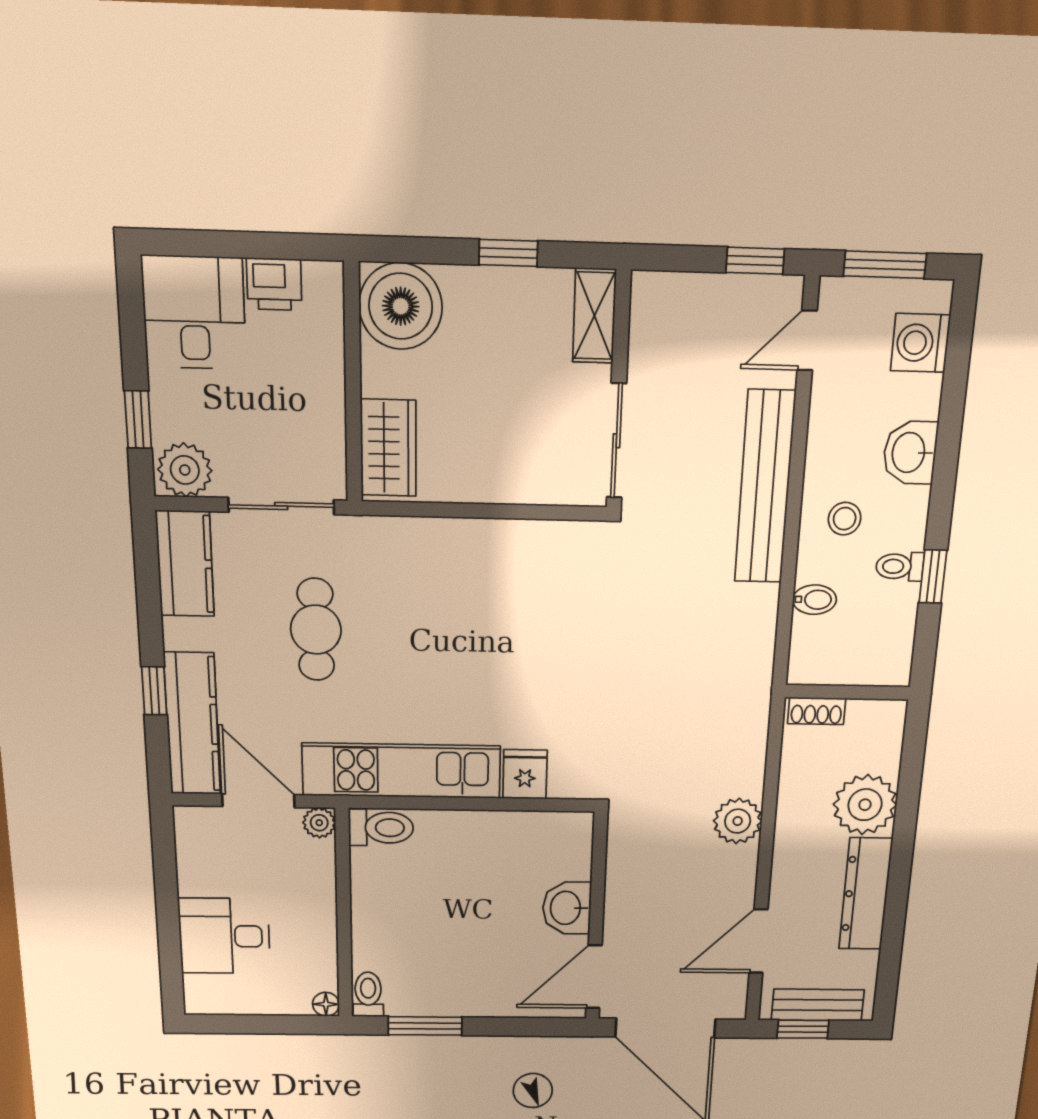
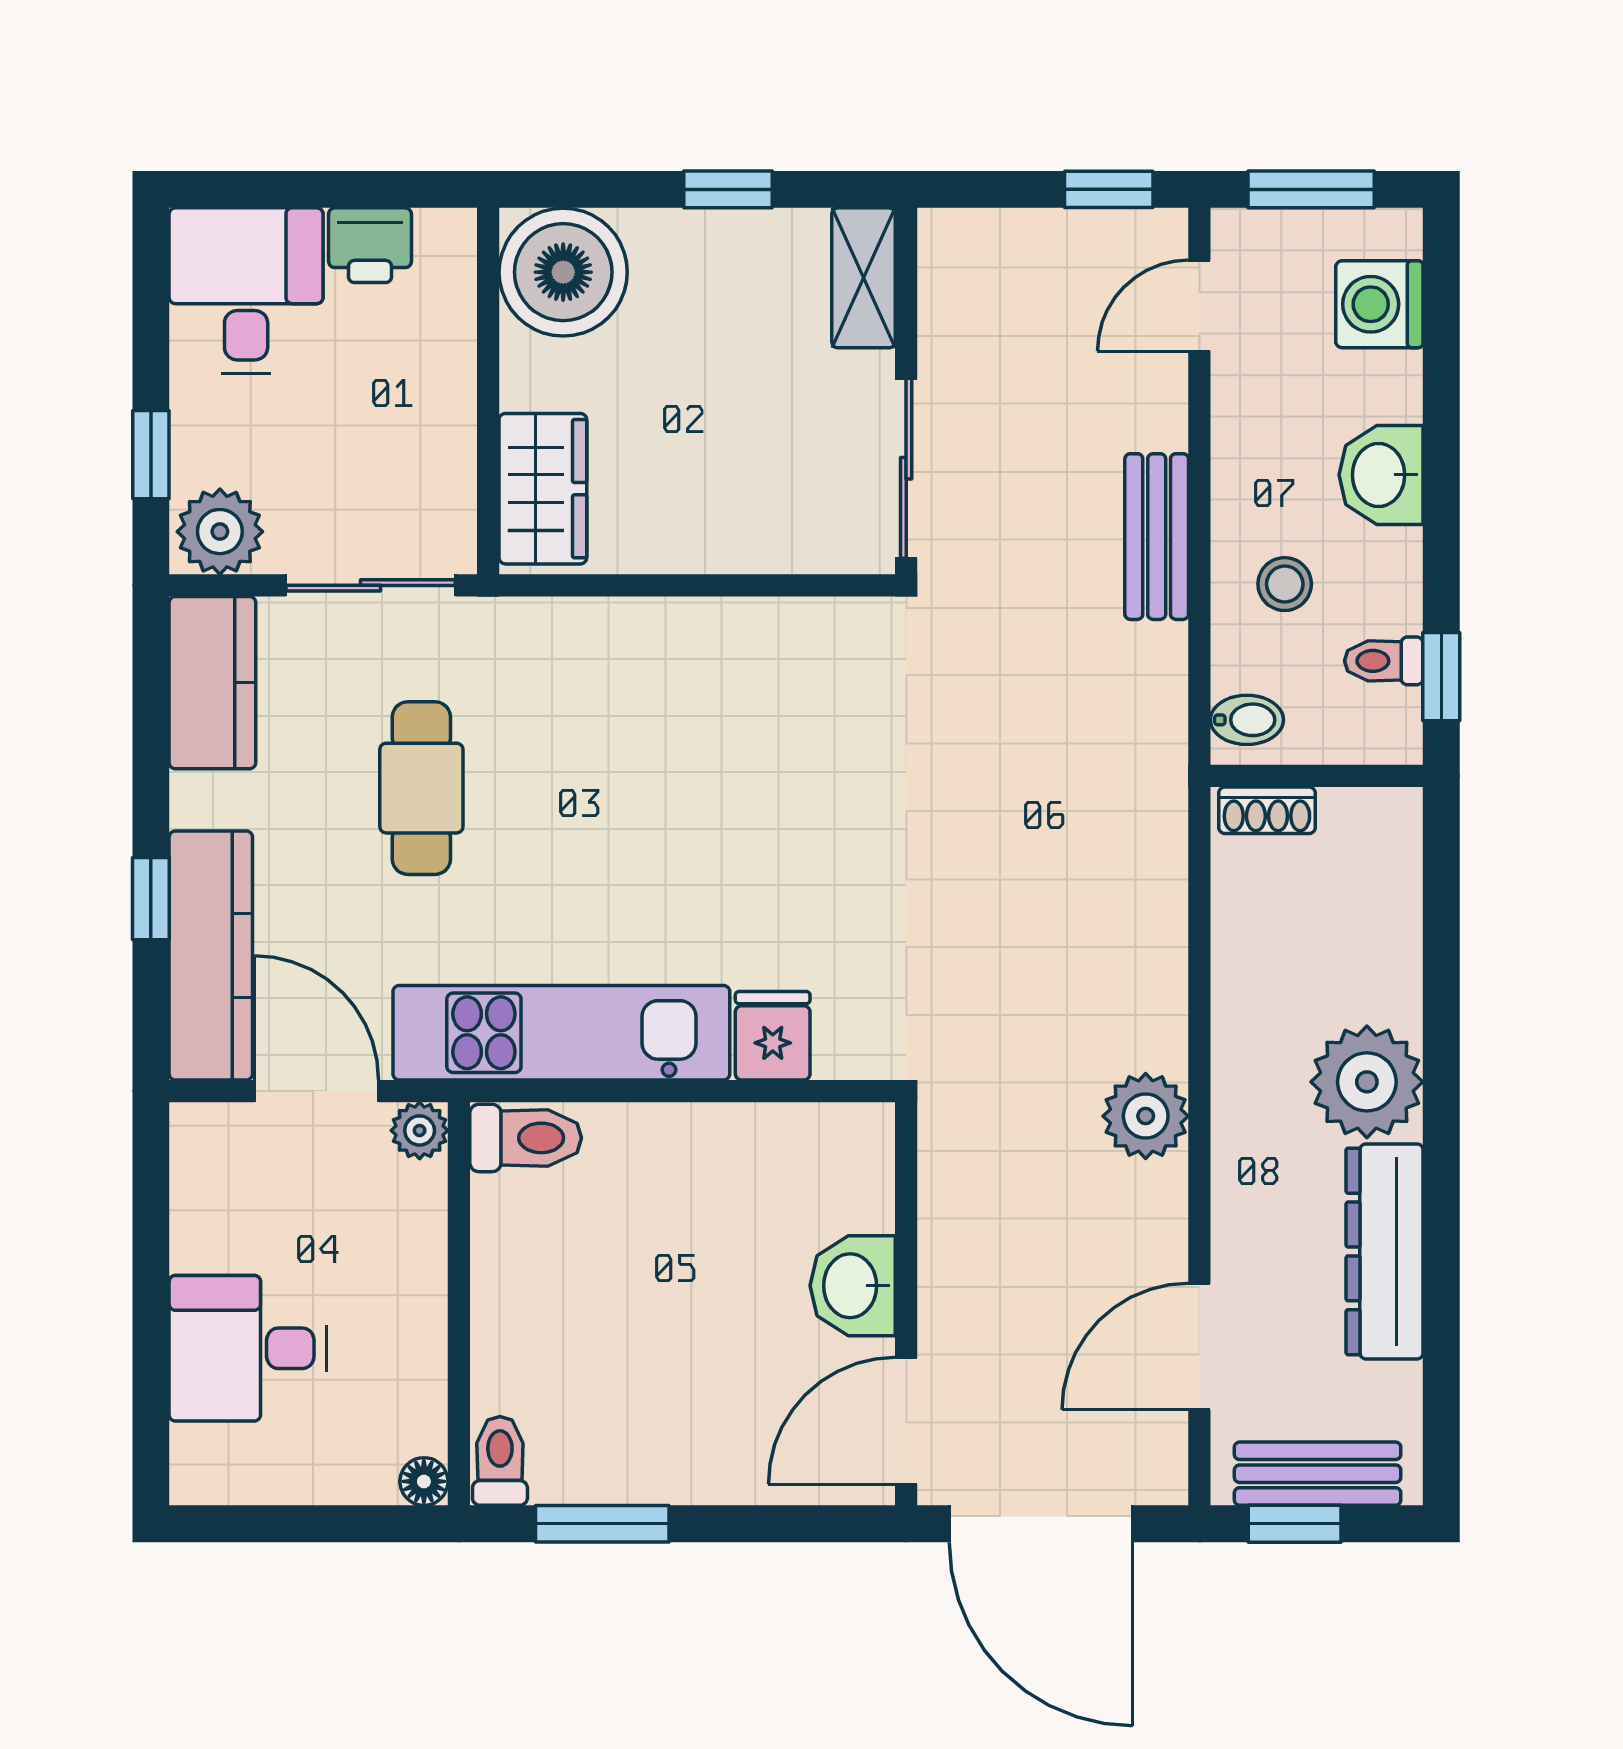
bench: (765, 487) -> (1157, 537), width x0.54, depth x0.82
wall: (847, 692) -> (1317, 776), moved
shoe rack: (817, 711) -> (1267, 810), moved

